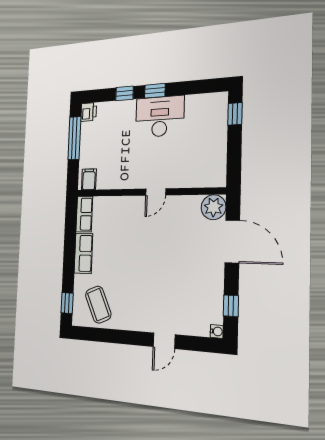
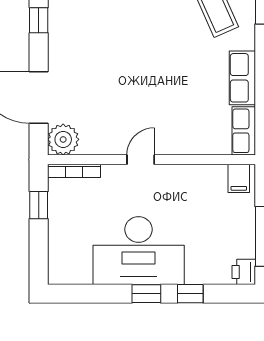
window: (235, 114) -> (39, 205), moved
desk: (160, 117) -> (139, 251), width x1.36, depth x1.30
bookcase: (206, 182) -> (74, 171), added

